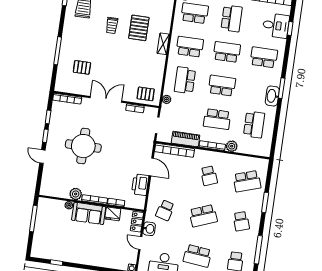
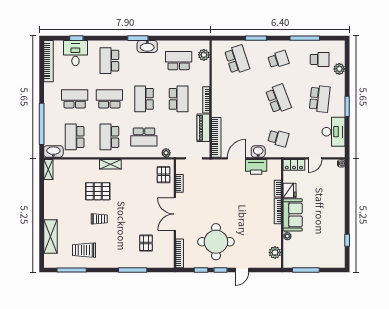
school desk: (227, 52) -> (109, 99), turned 90
round table: (83, 146) -> (216, 242), moved
plant: (232, 146) -> (204, 55), moved
school desk: (209, 176) -> (237, 99), removed
plant: (76, 194) -> (275, 253), moved
washbasin: (149, 229) -> (258, 152), moved

